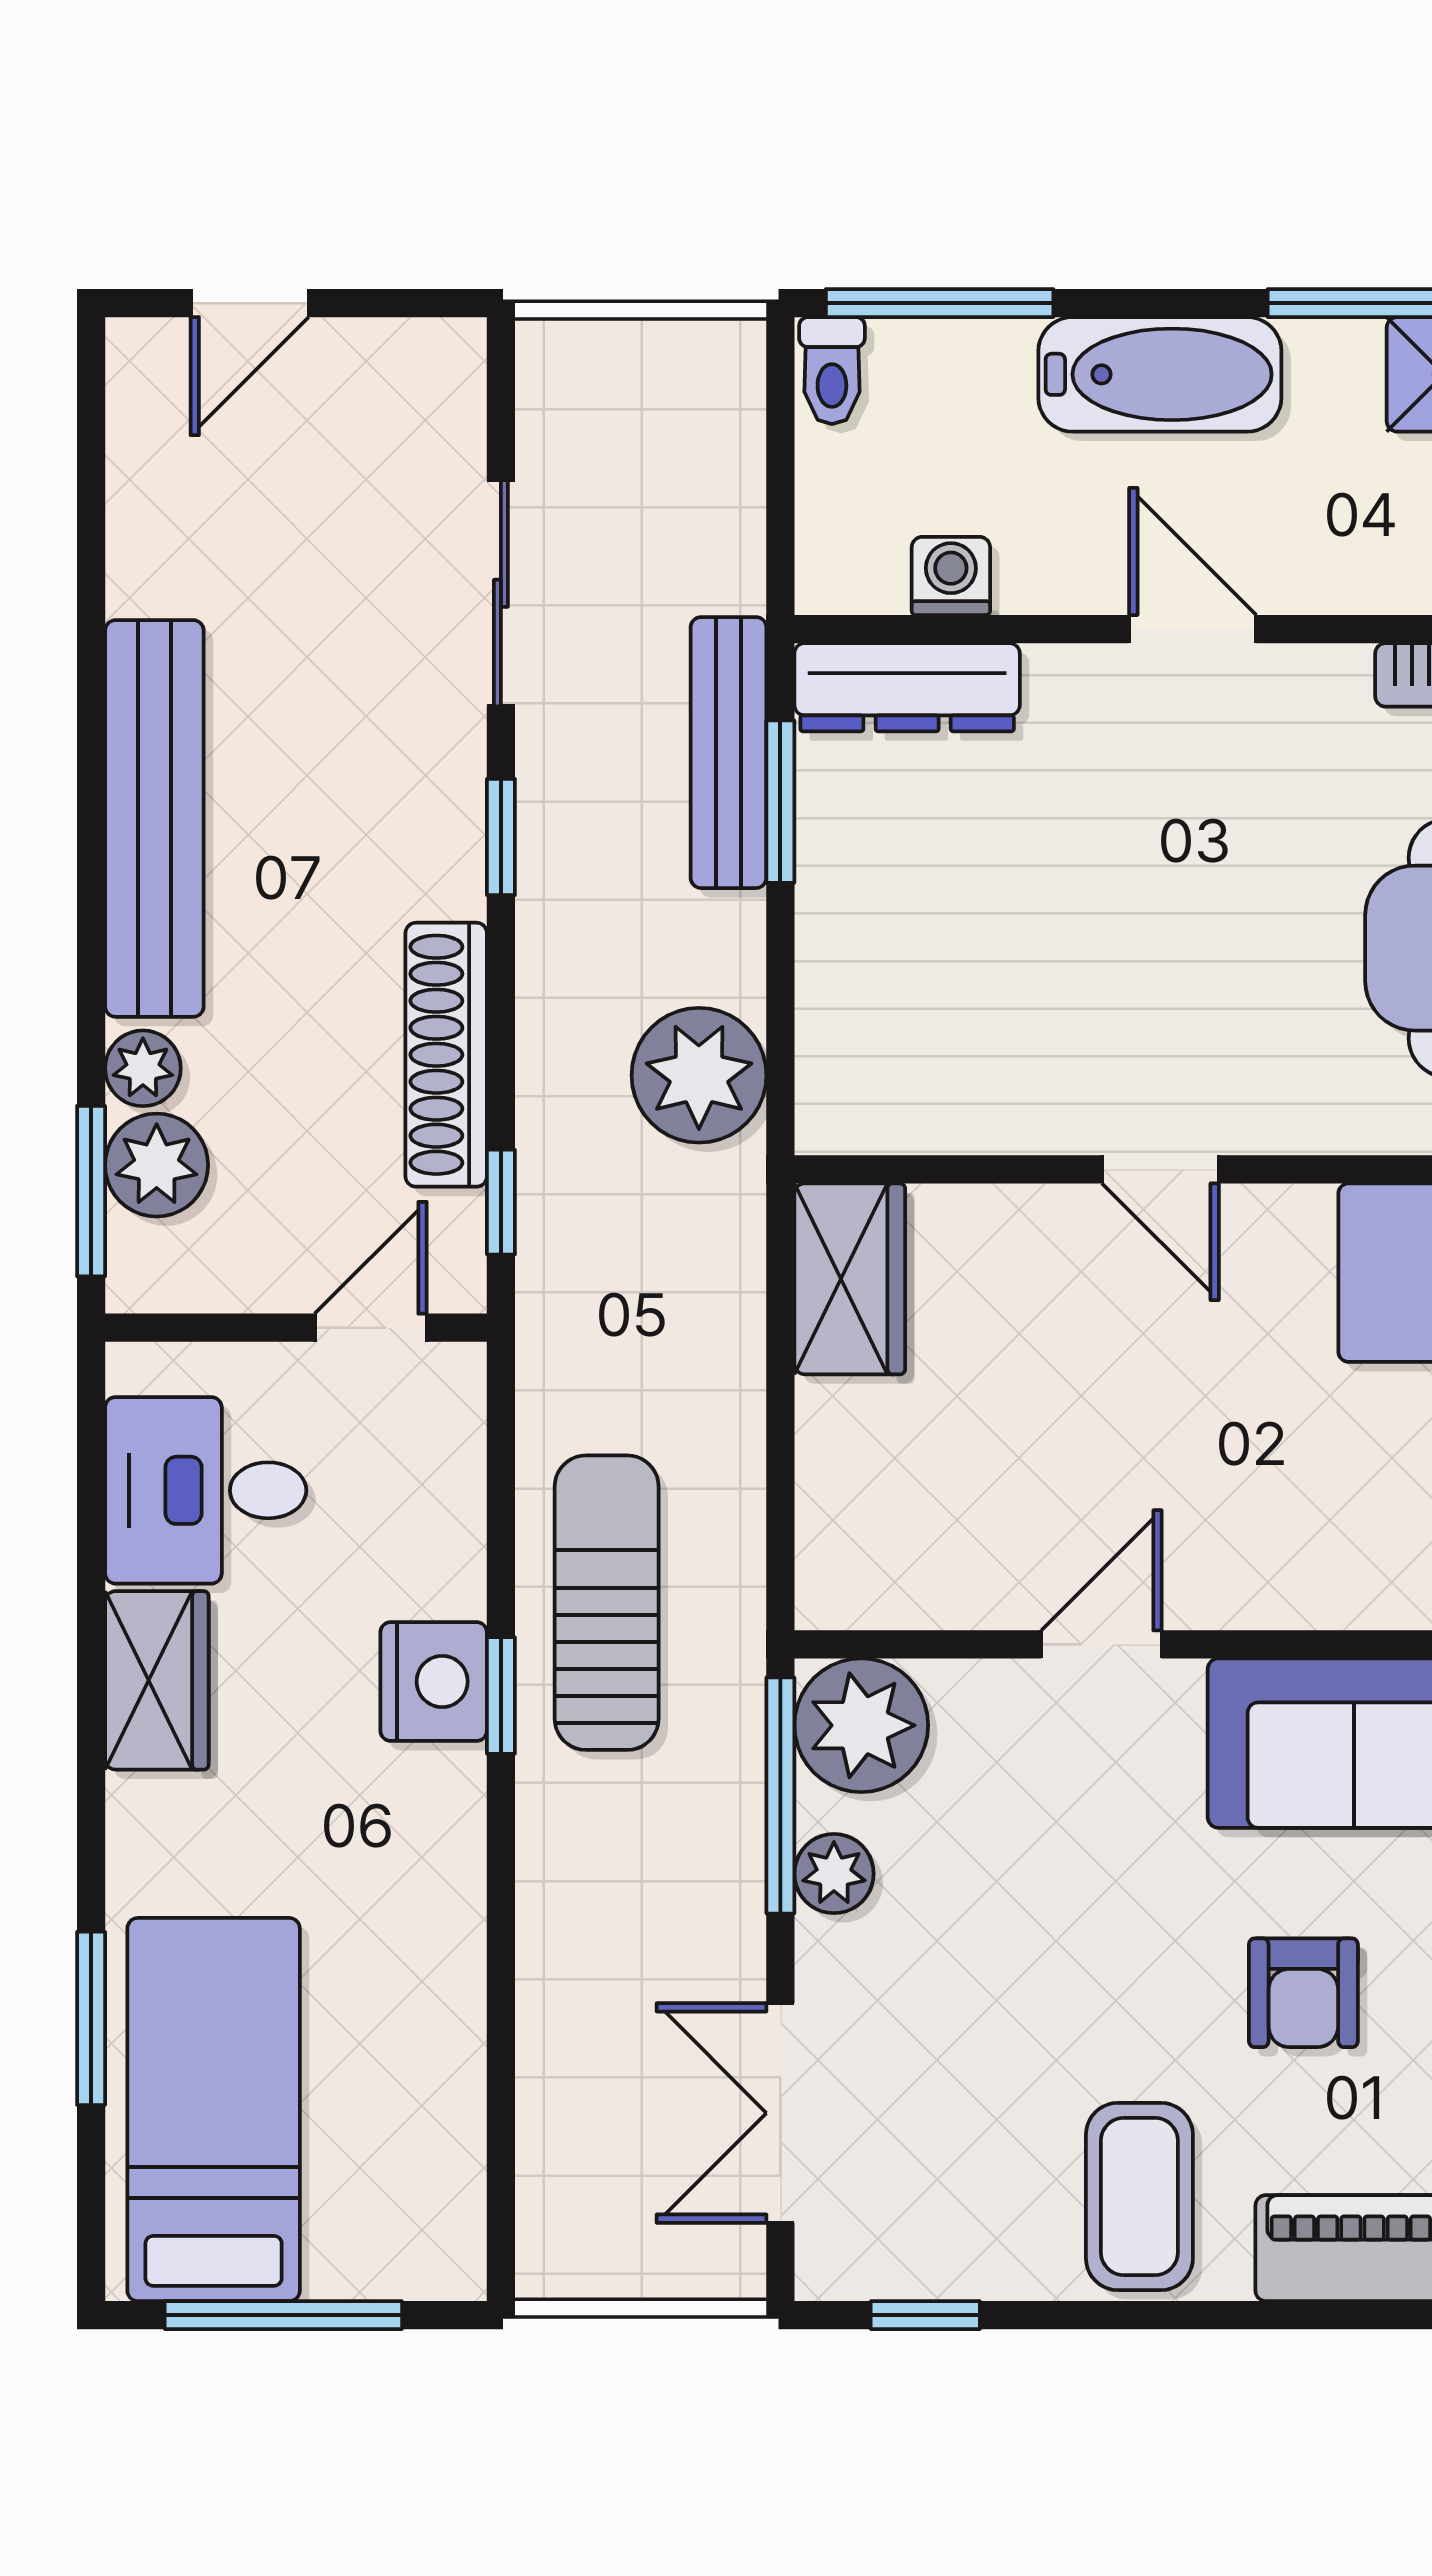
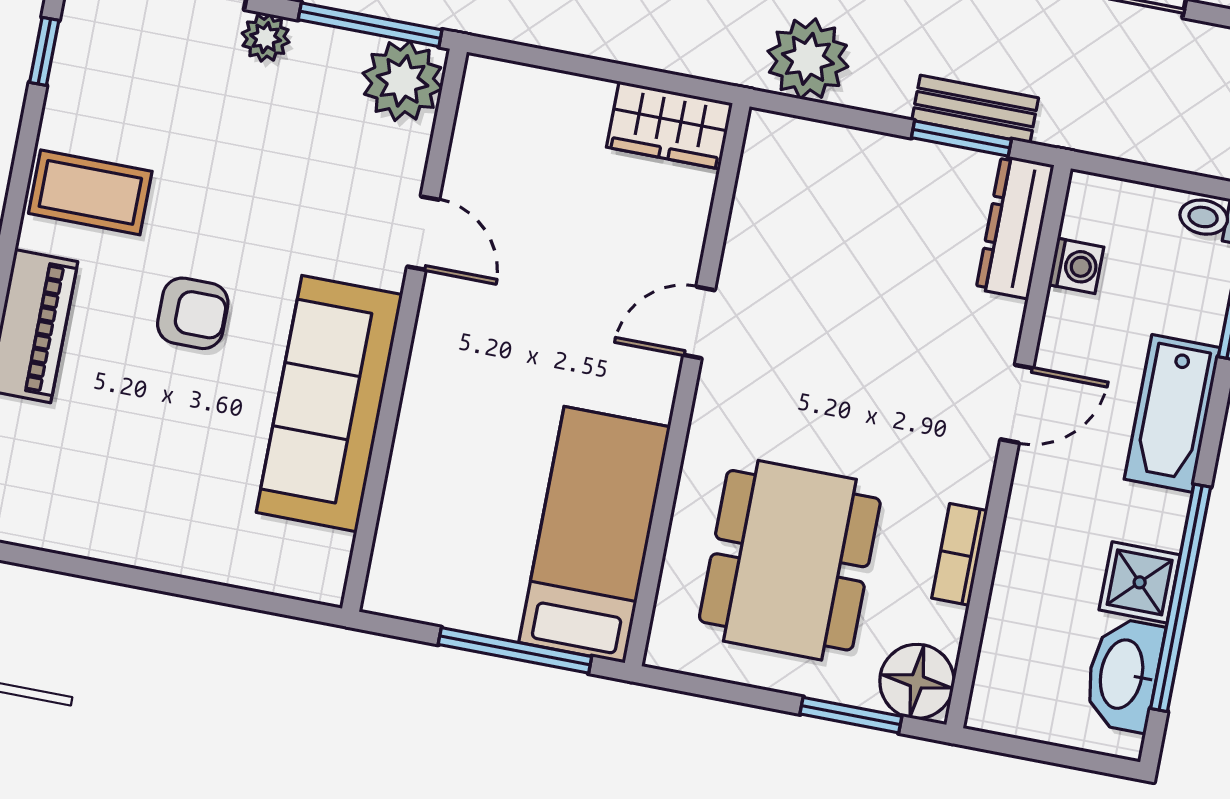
bench: (728, 753) -> (975, 109), width x0.73
plant: (834, 1874) -> (266, 38), moved
armchair: (1303, 1993) -> (193, 313), turned 180

